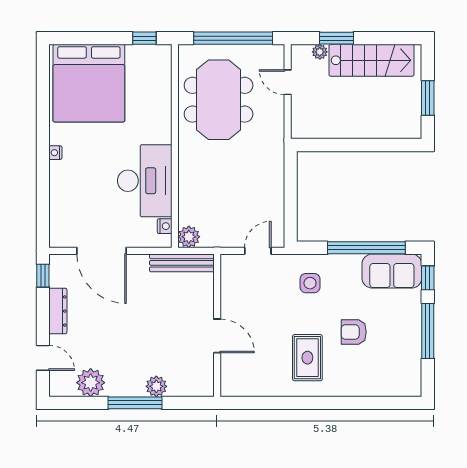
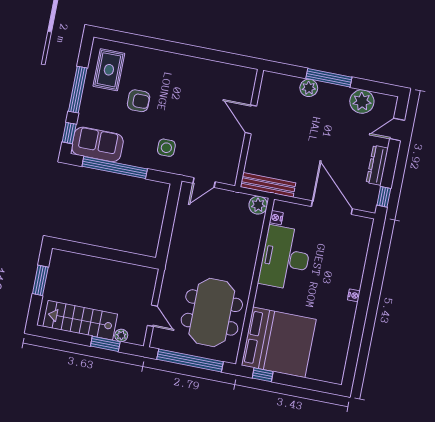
bed: (89, 83) -> (279, 342), moved, turned 90
door: (43, 358) -> (397, 129), hinge flipped
rug: (307, 358) -> (109, 70), moved

